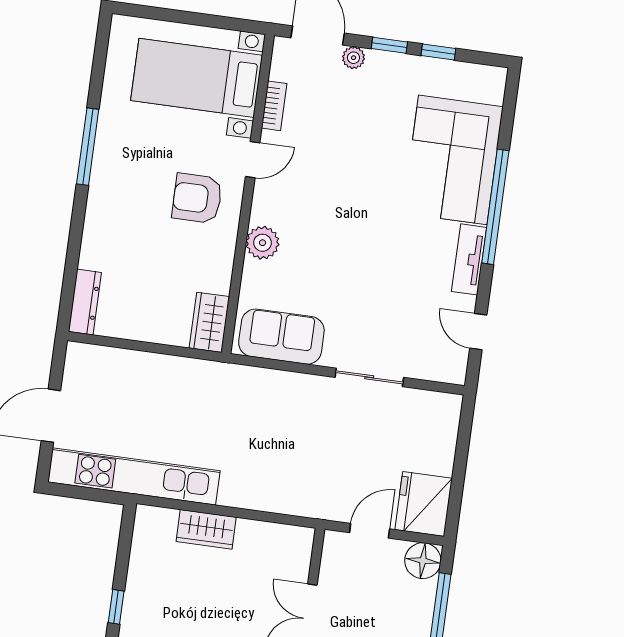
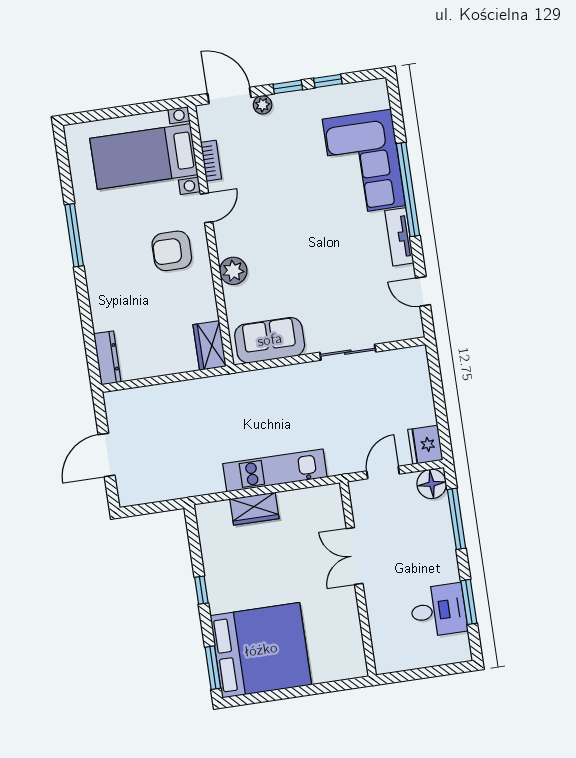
kitchen unit: (134, 476) -> (275, 470), moved, width x0.73
fridge: (424, 504) -> (425, 445), width x0.73, depth x0.75

